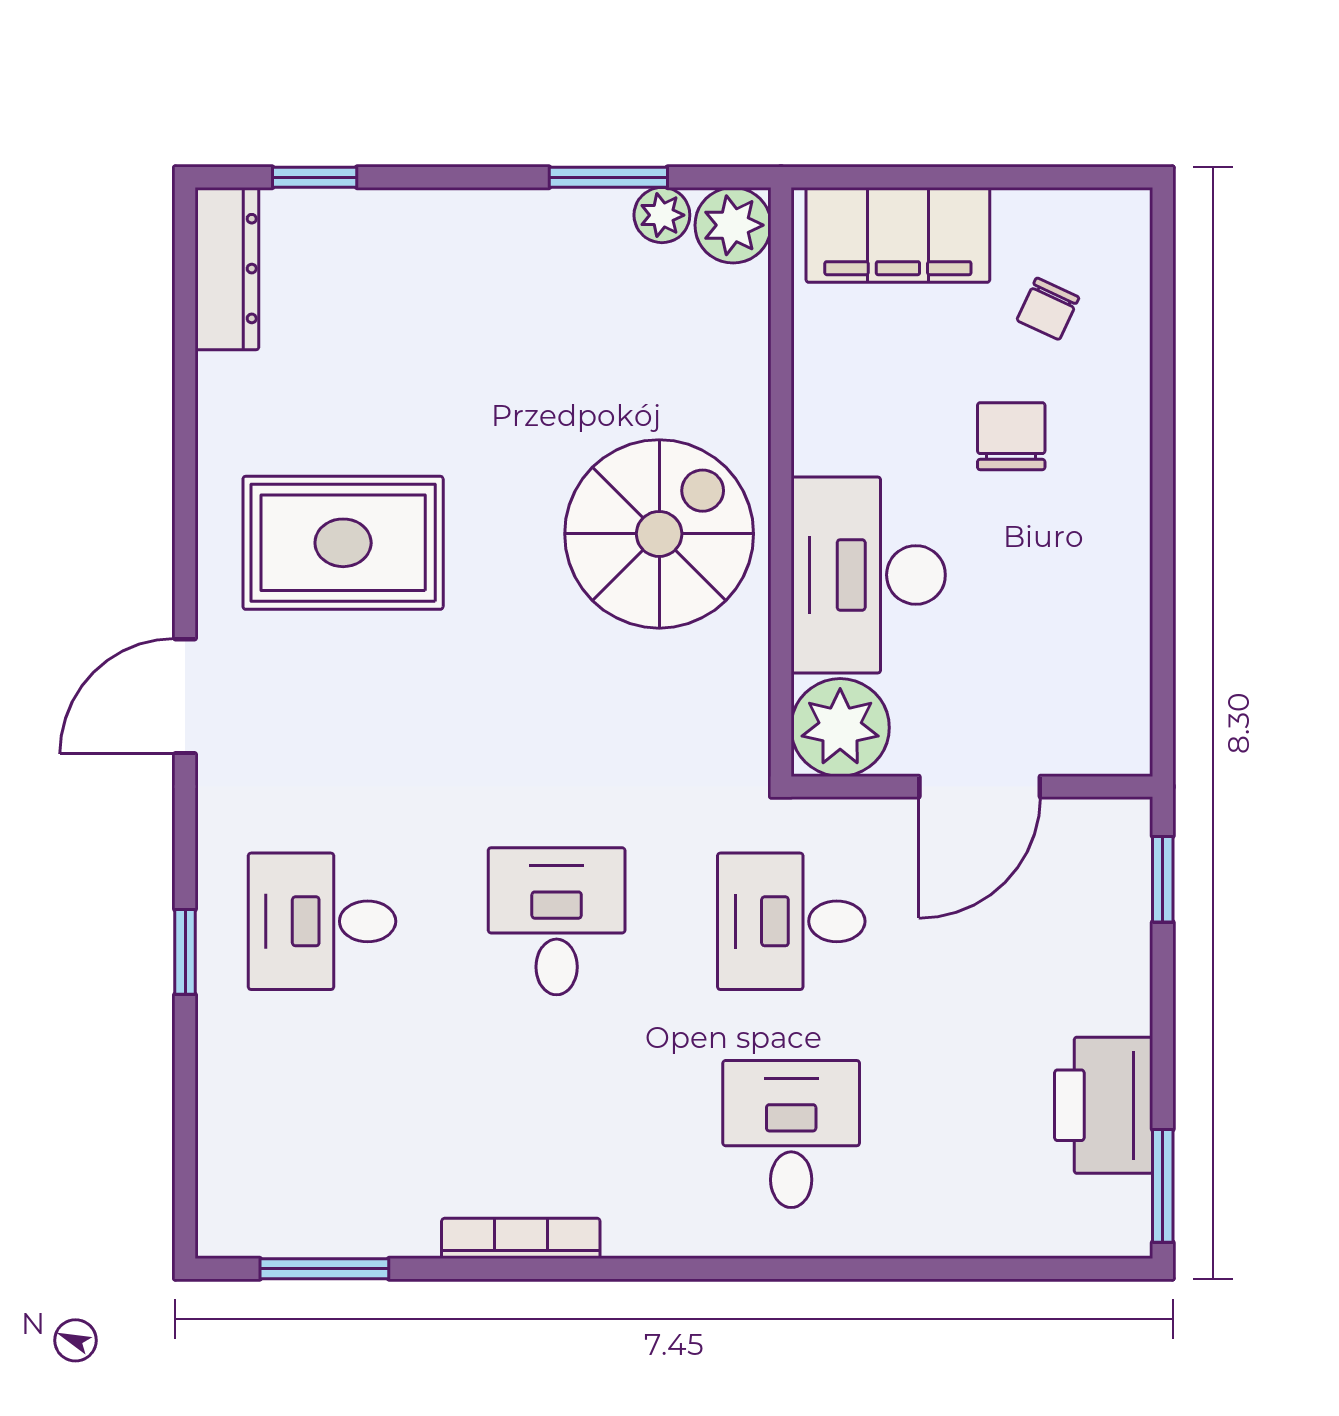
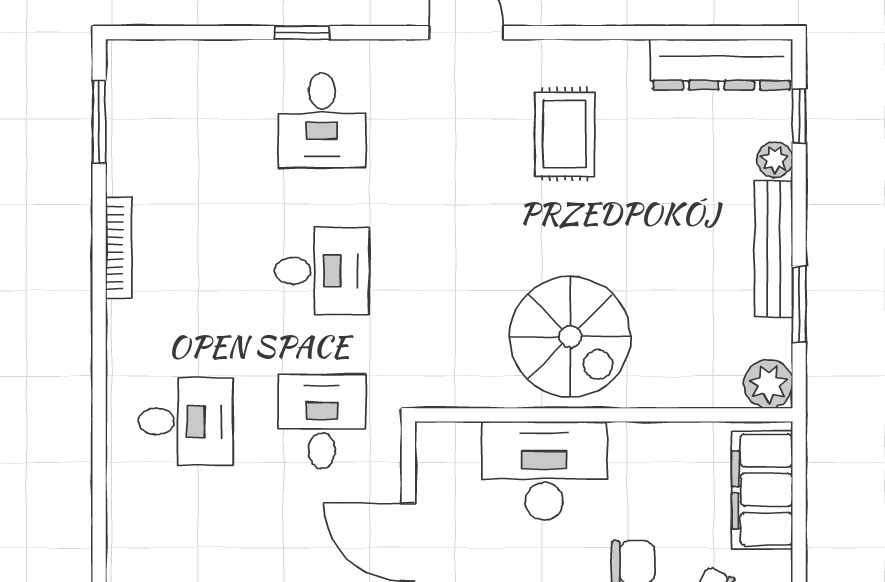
plant: (662, 215) -> (775, 160), moved
bench: (523, 217) -> (774, 249), added
dresser: (227, 269) -> (721, 64), width x1.37, depth x1.24
rug: (343, 543) -> (565, 134), width x0.73, depth x0.70
plant: (840, 728) -> (446, 453), removed
desk: (322, 921) -> (322, 120), turned 180

